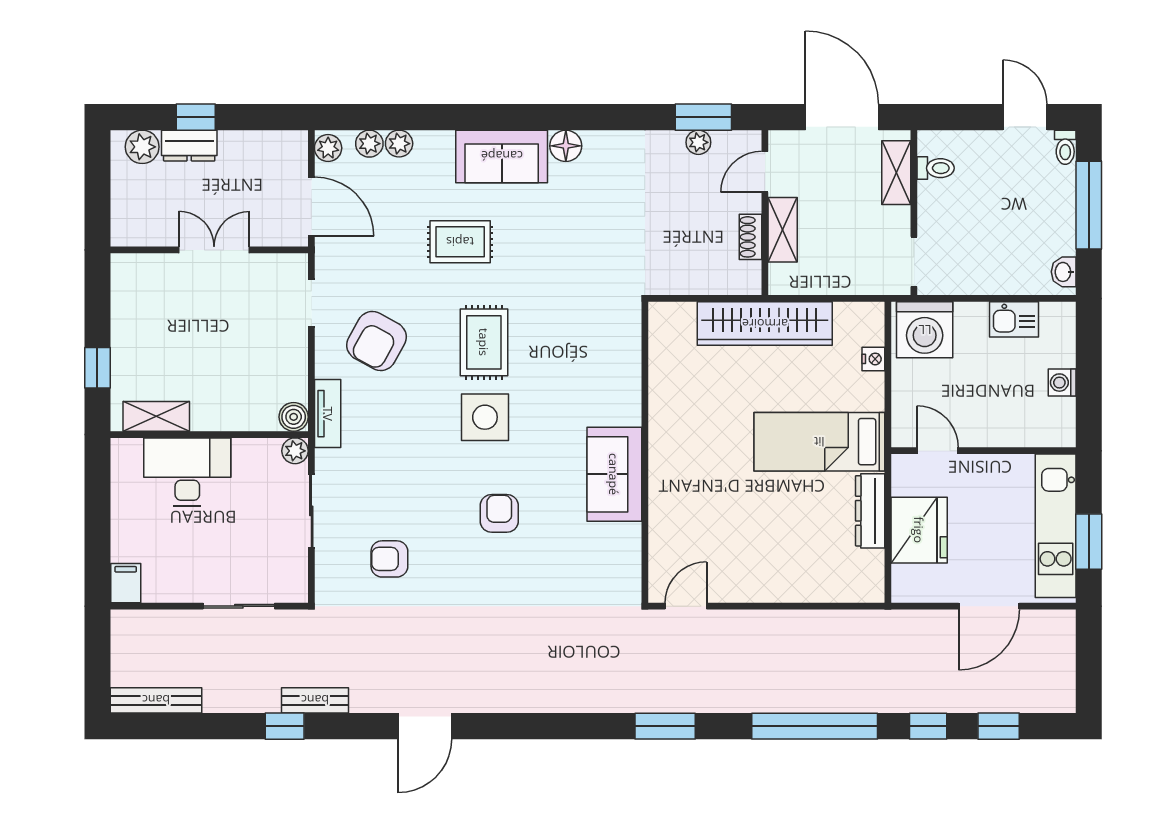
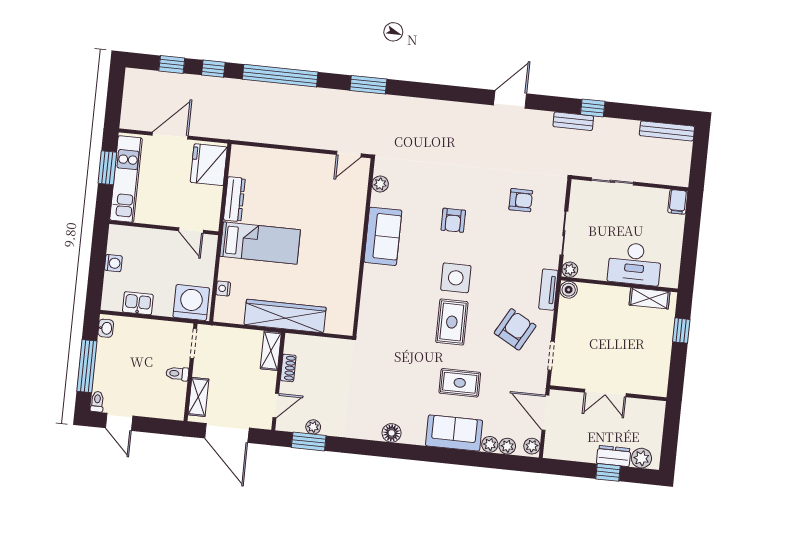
sofa: (502, 156) -> (454, 433), moved
toilet: (936, 168) -> (177, 374), moved
shelving: (783, 230) -> (271, 351), moved
fridge: (919, 530) -> (209, 165), moved
plant: (628, 562) -> (380, 184), added

